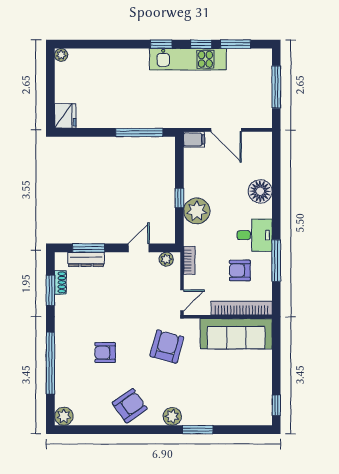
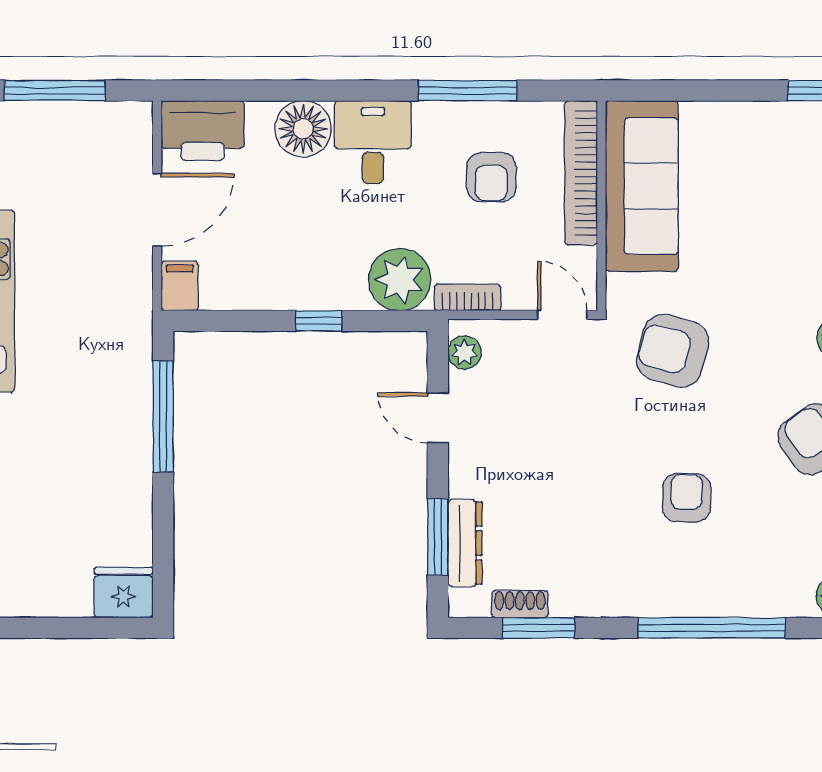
printer: (259, 149) -> (203, 130), added
plant: (197, 211) -> (400, 280), moved
desk: (255, 235) -> (373, 142), moved
armchair: (105, 353) -> (687, 498), turned 180

